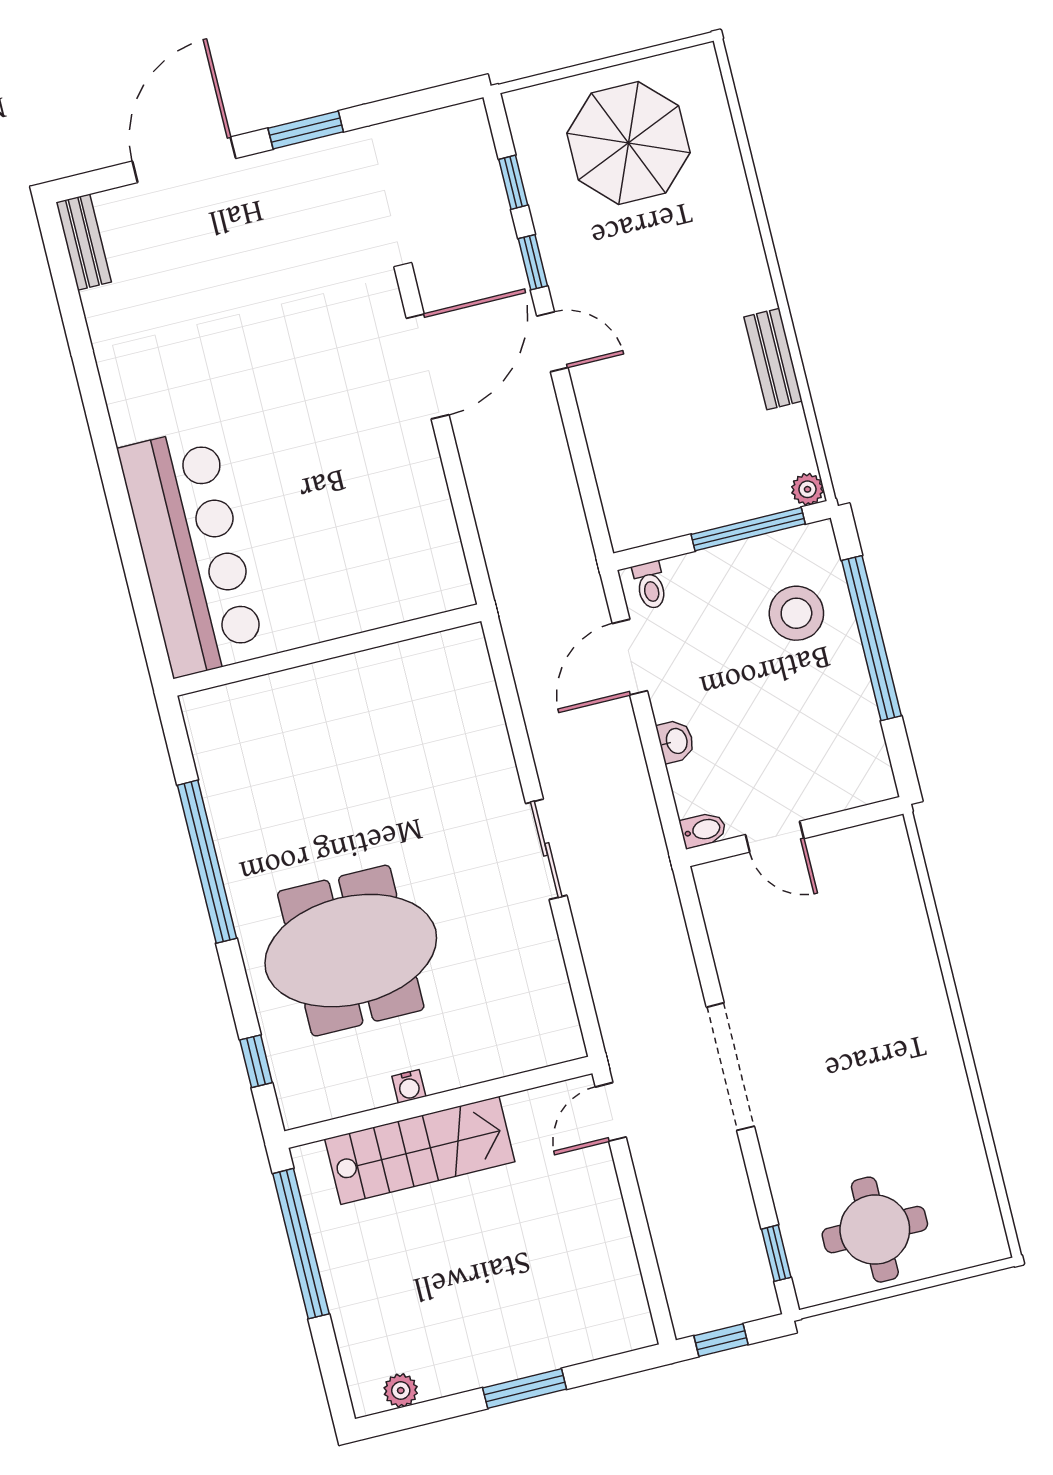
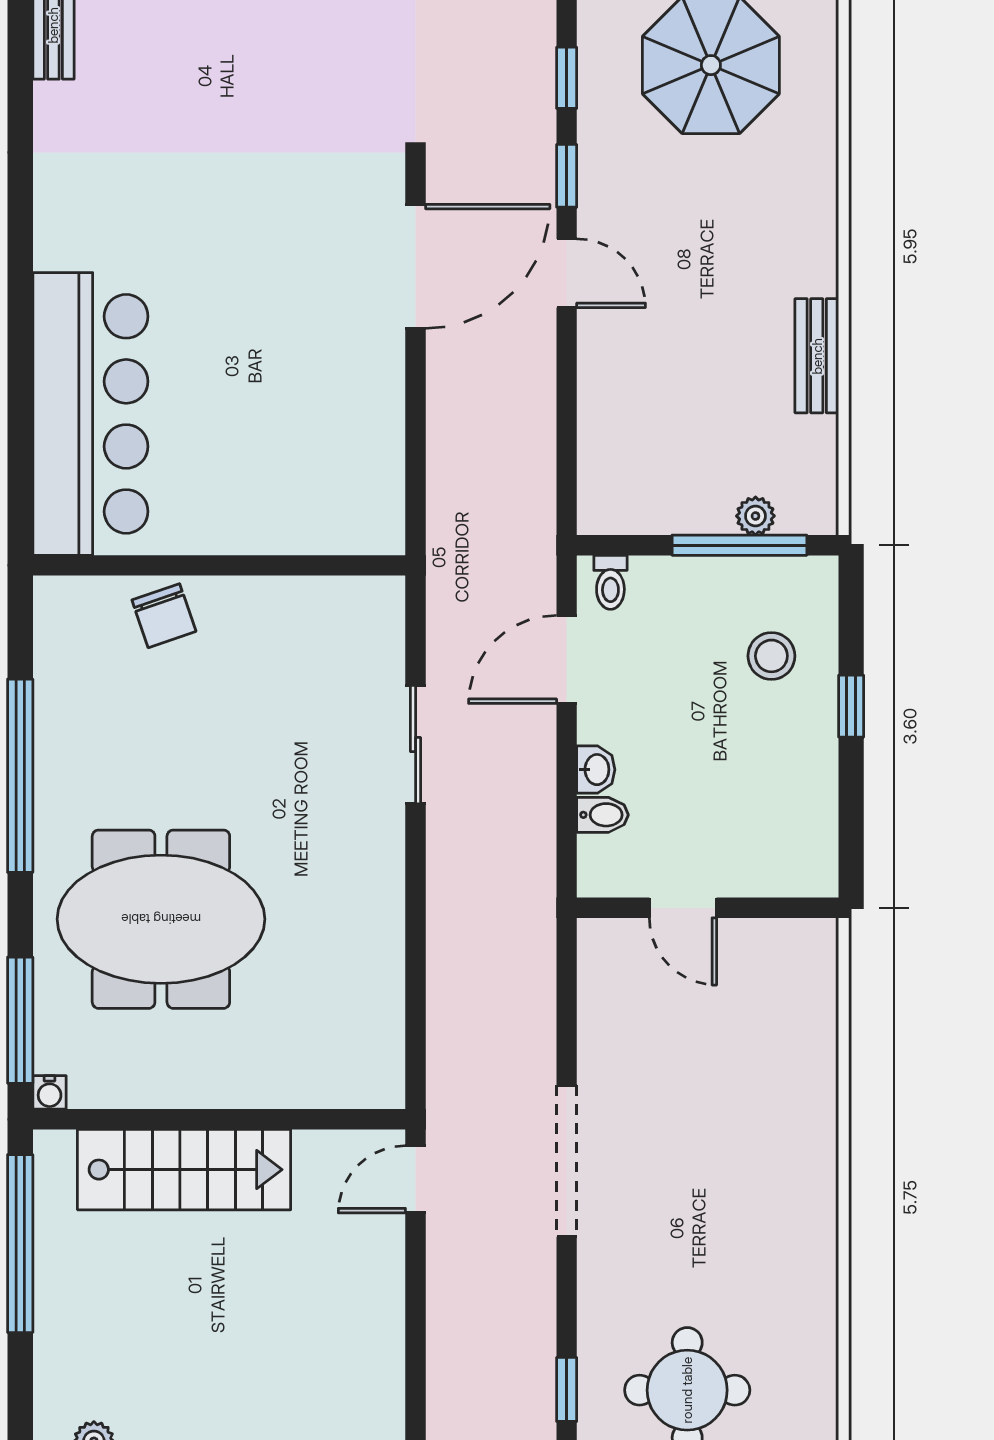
plant: (807, 489) -> (755, 516), moved
stool: (796, 613) -> (771, 656), width x0.73, depth x0.73
window: (871, 638) -> (851, 706), width x0.32
chair: (292, 702) -> (164, 616), added
bidet: (703, 830) -> (602, 815), moved
sliding door: (546, 849) -> (416, 745), moved
window: (256, 1061) -> (20, 1020), width x2.17
water cooler: (409, 1086) -> (50, 1092), moved

